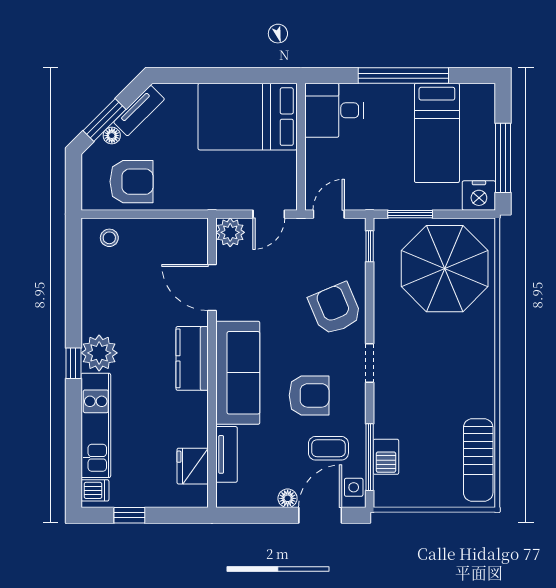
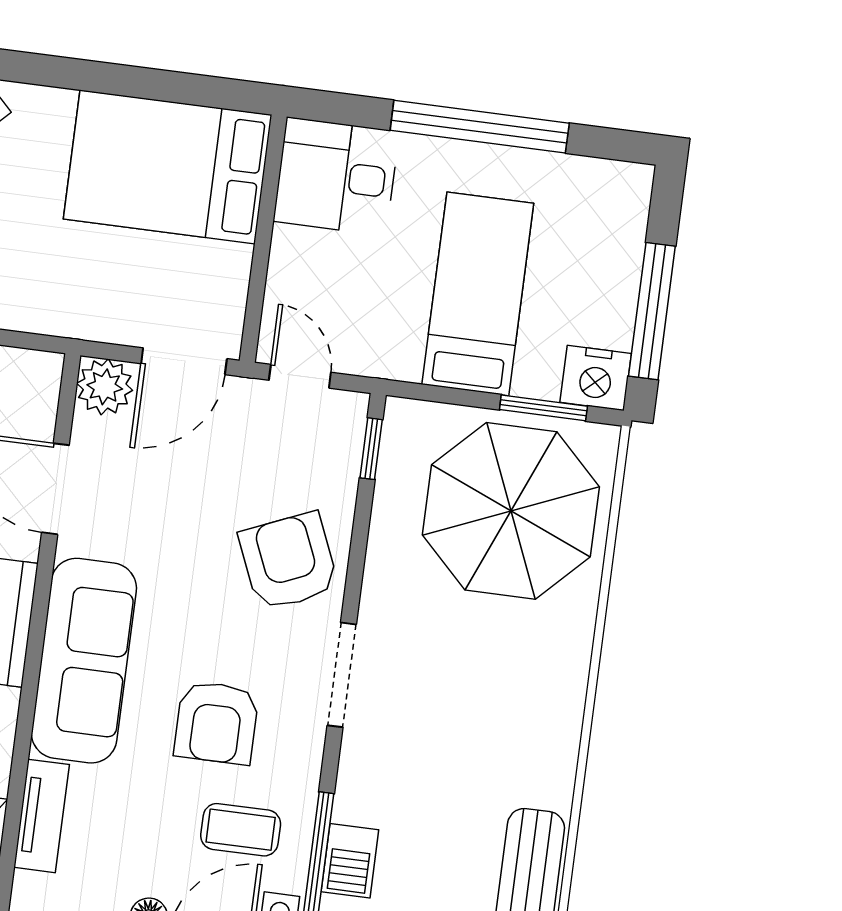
bed: (437, 133) -> (478, 294), moved, turned 180
door: (269, 214) -> (184, 361), width x1.38
door: (329, 214) -> (300, 376), hinge flipped
window: (410, 214) -> (543, 408), moved
doorway: (370, 363) -> (342, 675), width x1.38
armchair: (309, 395) -> (216, 723), turned 90

